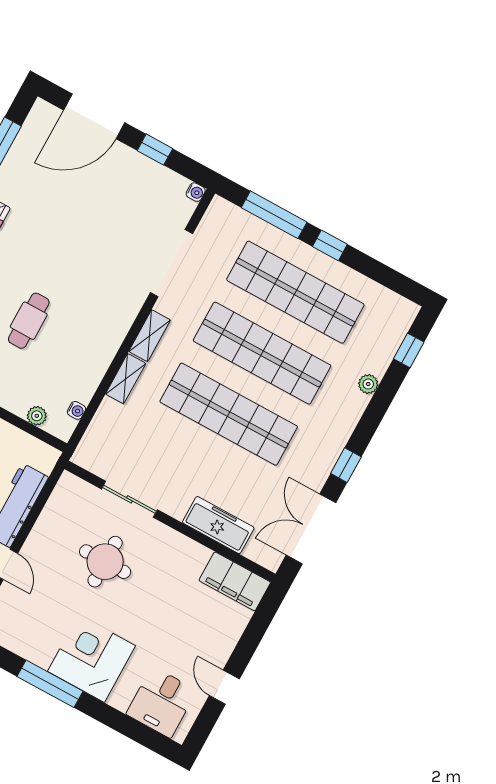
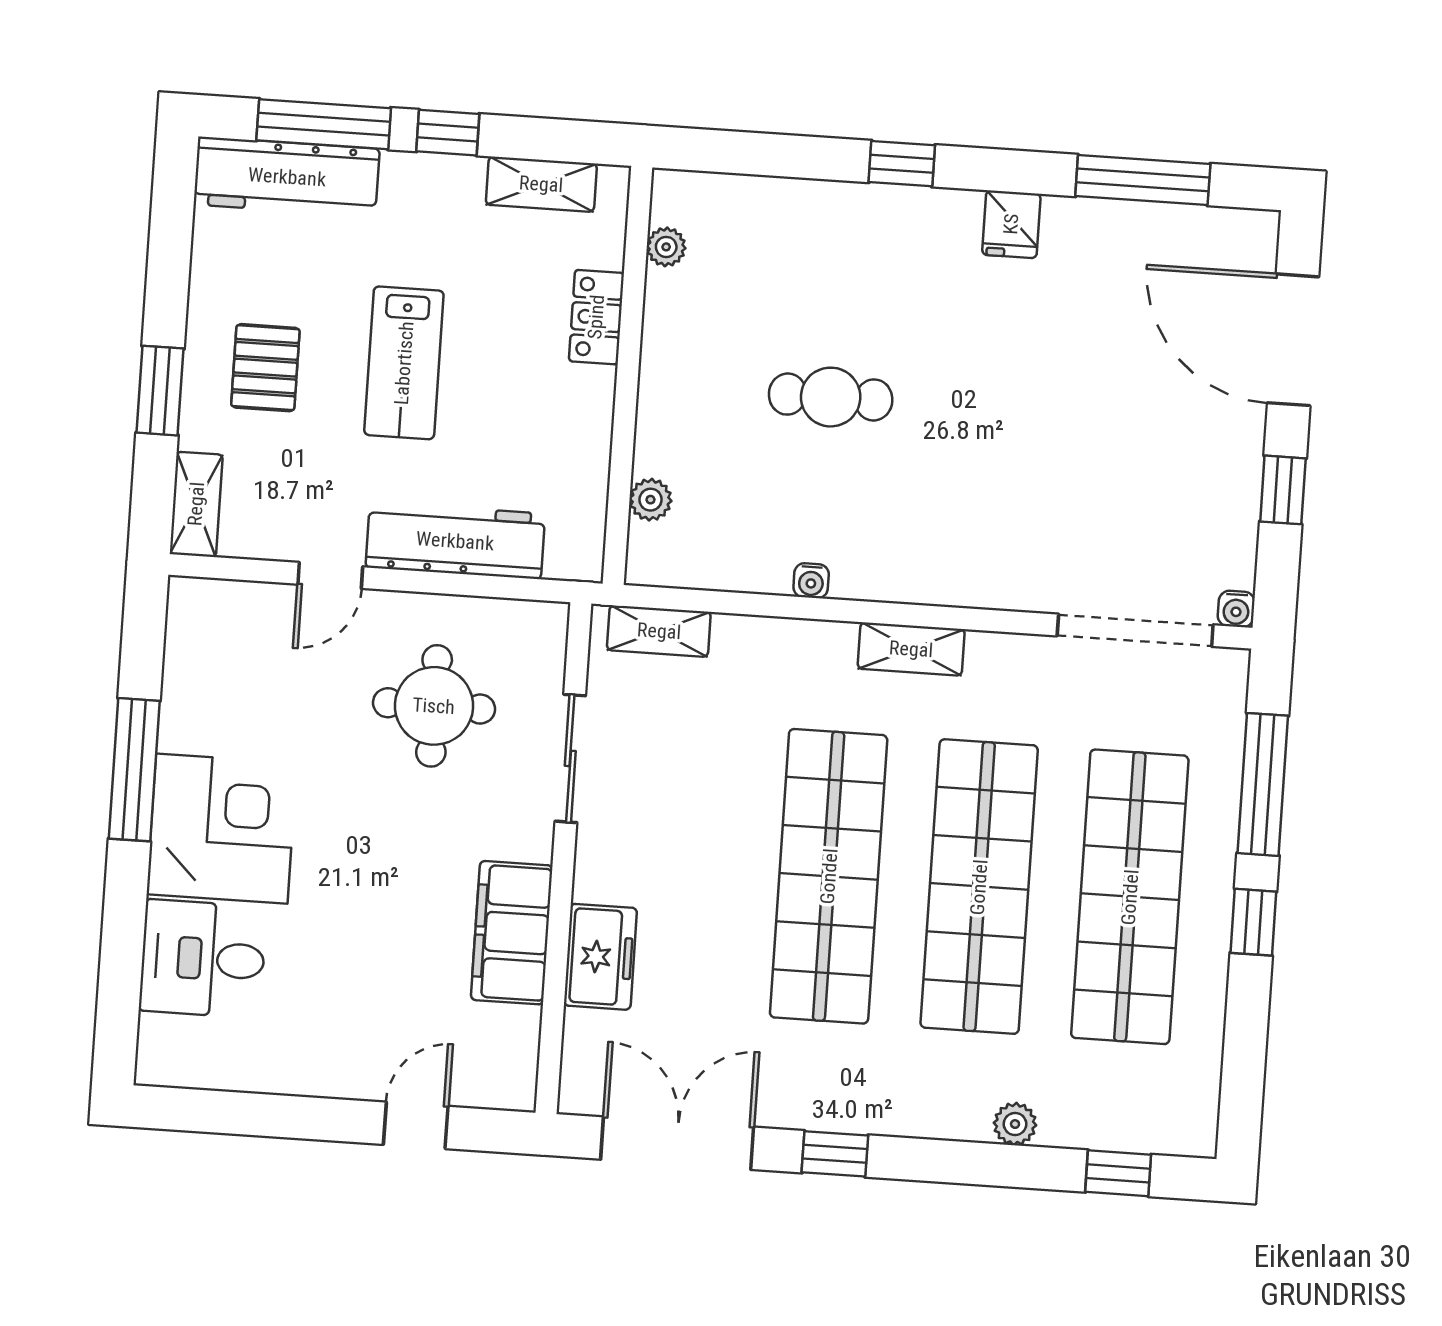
doorway: (172, 263) -> (1135, 630), moved
shelving: (126, 379) -> (659, 631), moved
water cooler: (76, 410) -> (811, 581), moved
freezer: (218, 525) -> (600, 957), width x0.71
round table: (105, 562) -> (434, 706), moved
filing cabinet: (235, 581) -> (512, 933), moved
door: (224, 687) -> (416, 1125), moved
desk: (161, 702) -> (203, 959), moved

